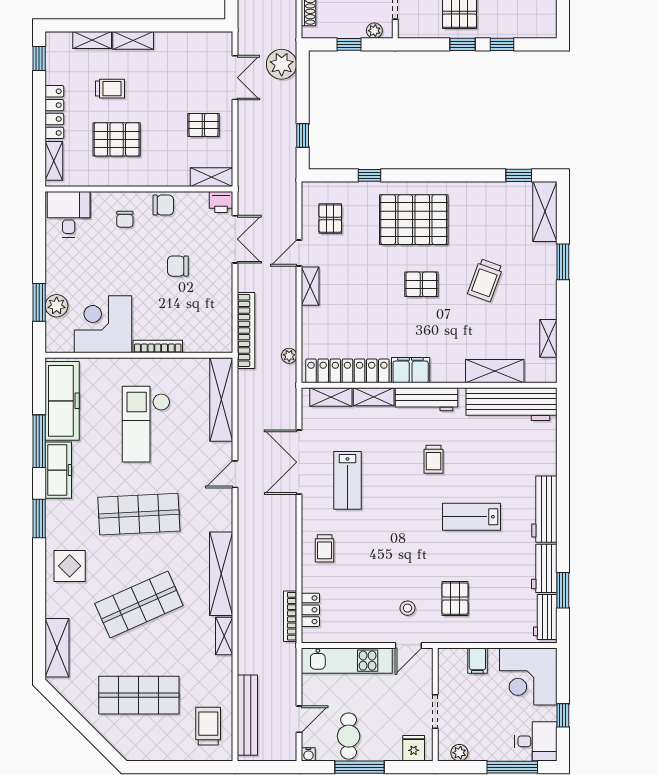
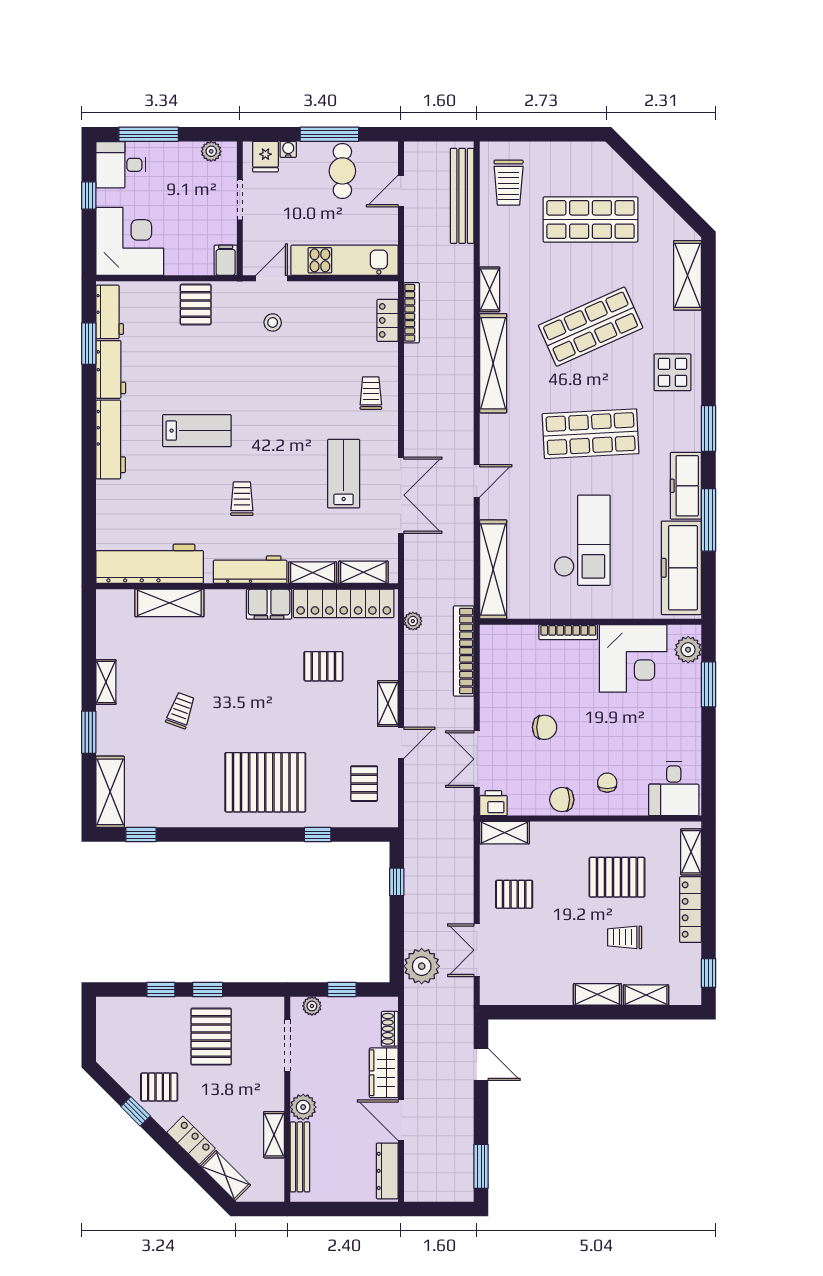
trolley: (485, 280) -> (181, 711), width x0.73, depth x0.72
pallet: (421, 284) -> (323, 666), moved
plant: (57, 306) -> (688, 650), moved
shelving: (548, 338) -> (106, 682), moved
pallet: (455, 599) -> (196, 305), moved
filing cabinet: (477, 661) -> (226, 260), moved
water cooler: (308, 754) -> (288, 149), moved

